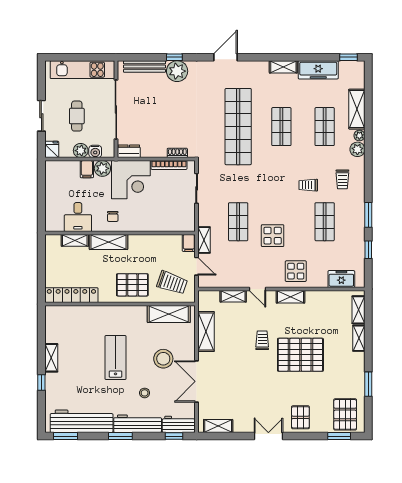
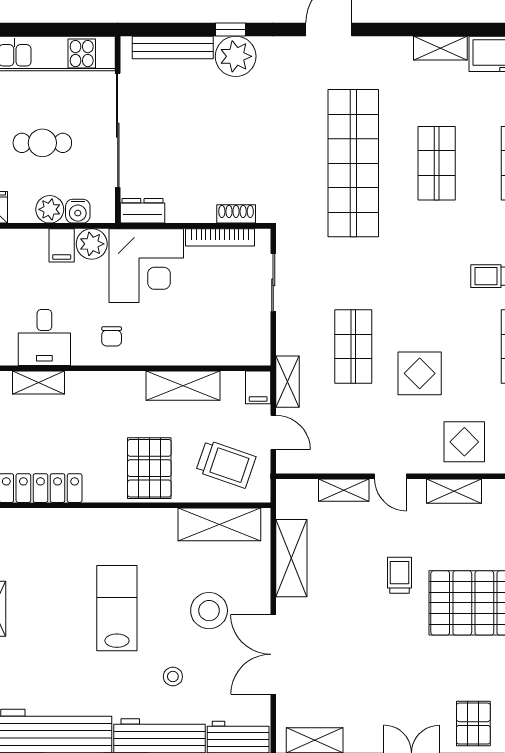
cafe table: (77, 116) -> (42, 143), turned 90
shelving: (109, 242) -> (183, 386), moved
pallet: (132, 285) -> (149, 468), turned 90

